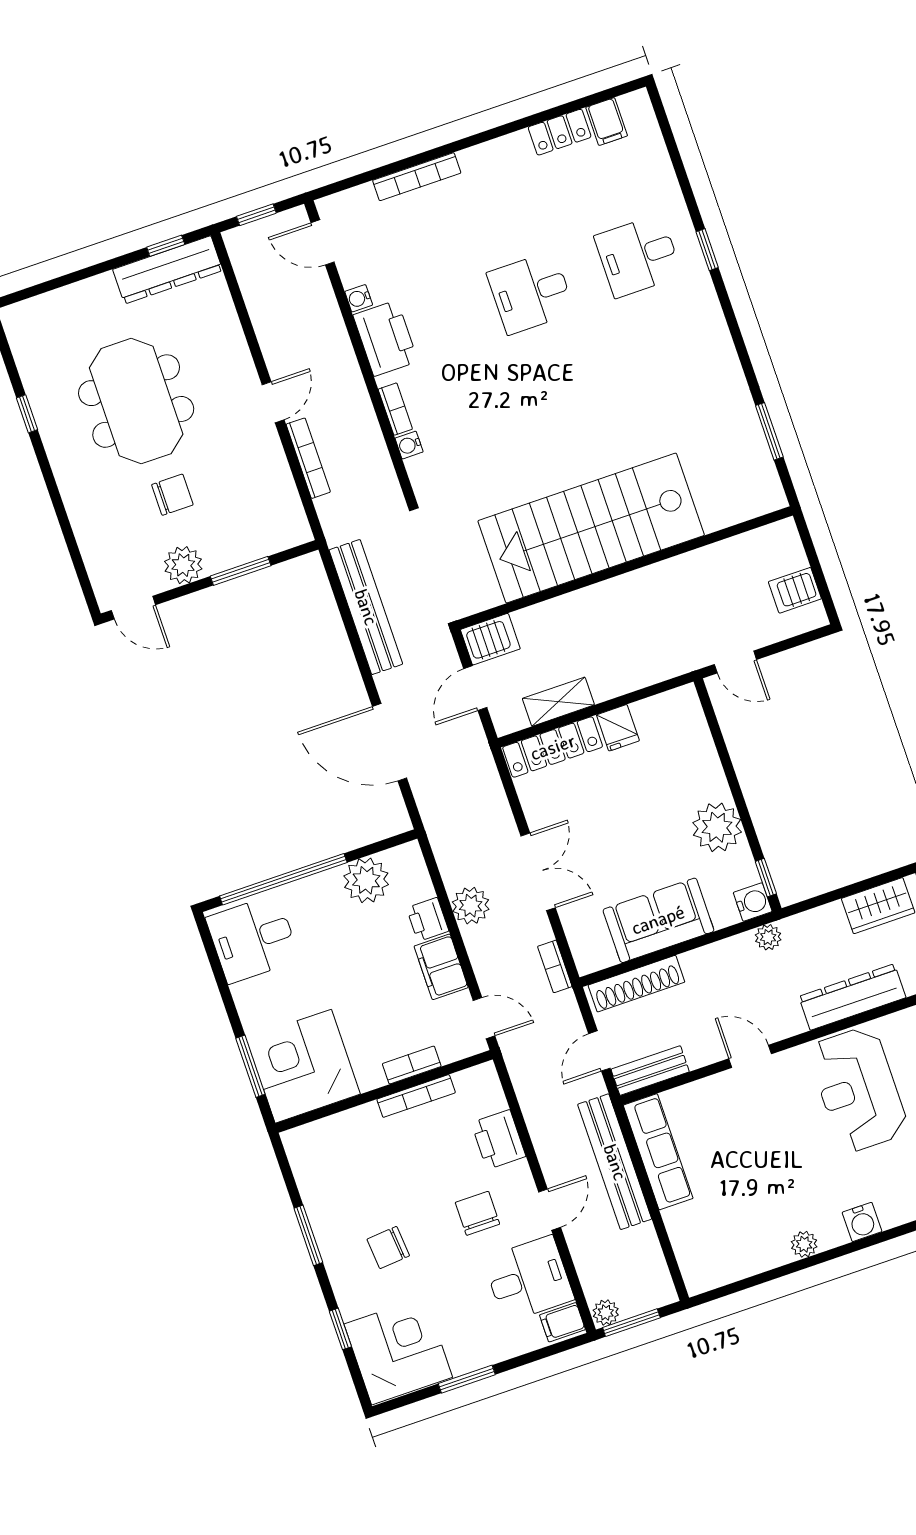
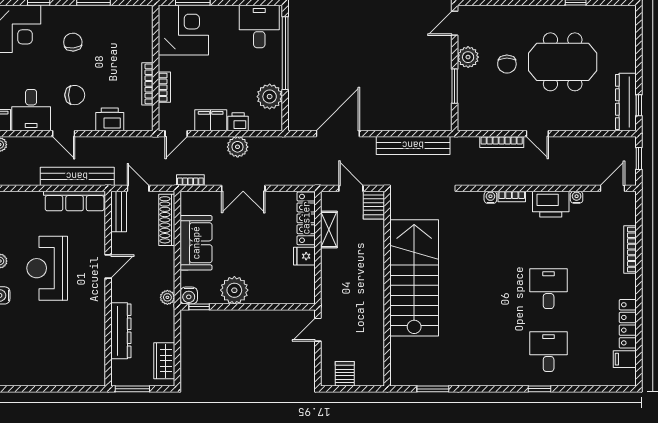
locker: (560, 132) -> (628, 324), width x1.53
reception desk: (858, 1089) -> (47, 268), moved, turned -90

